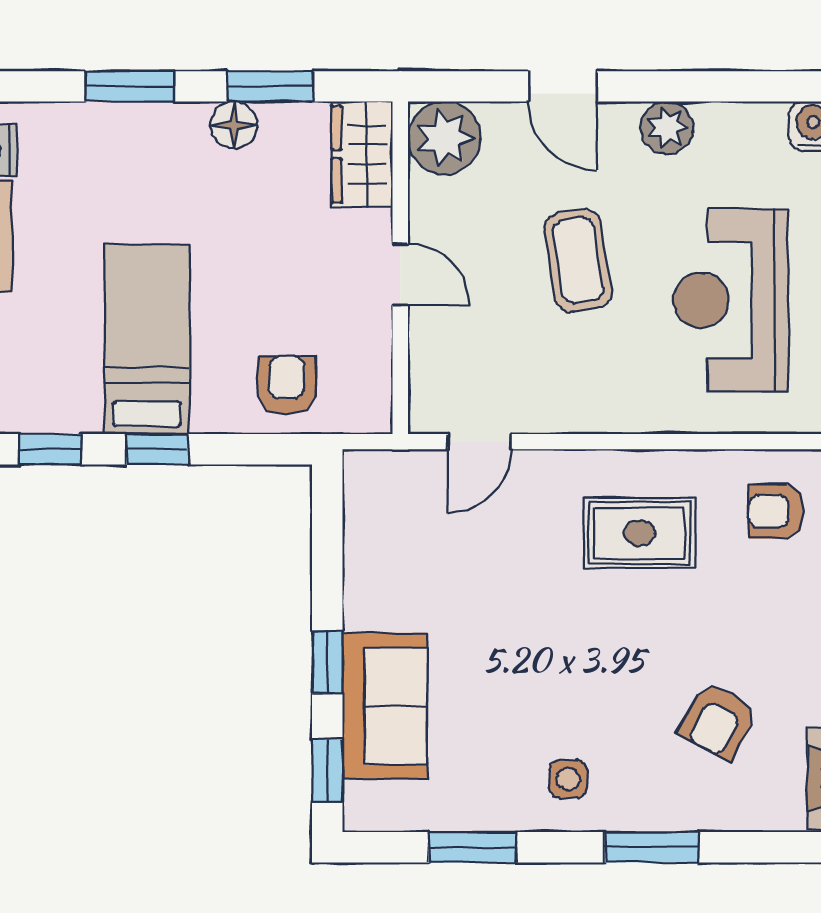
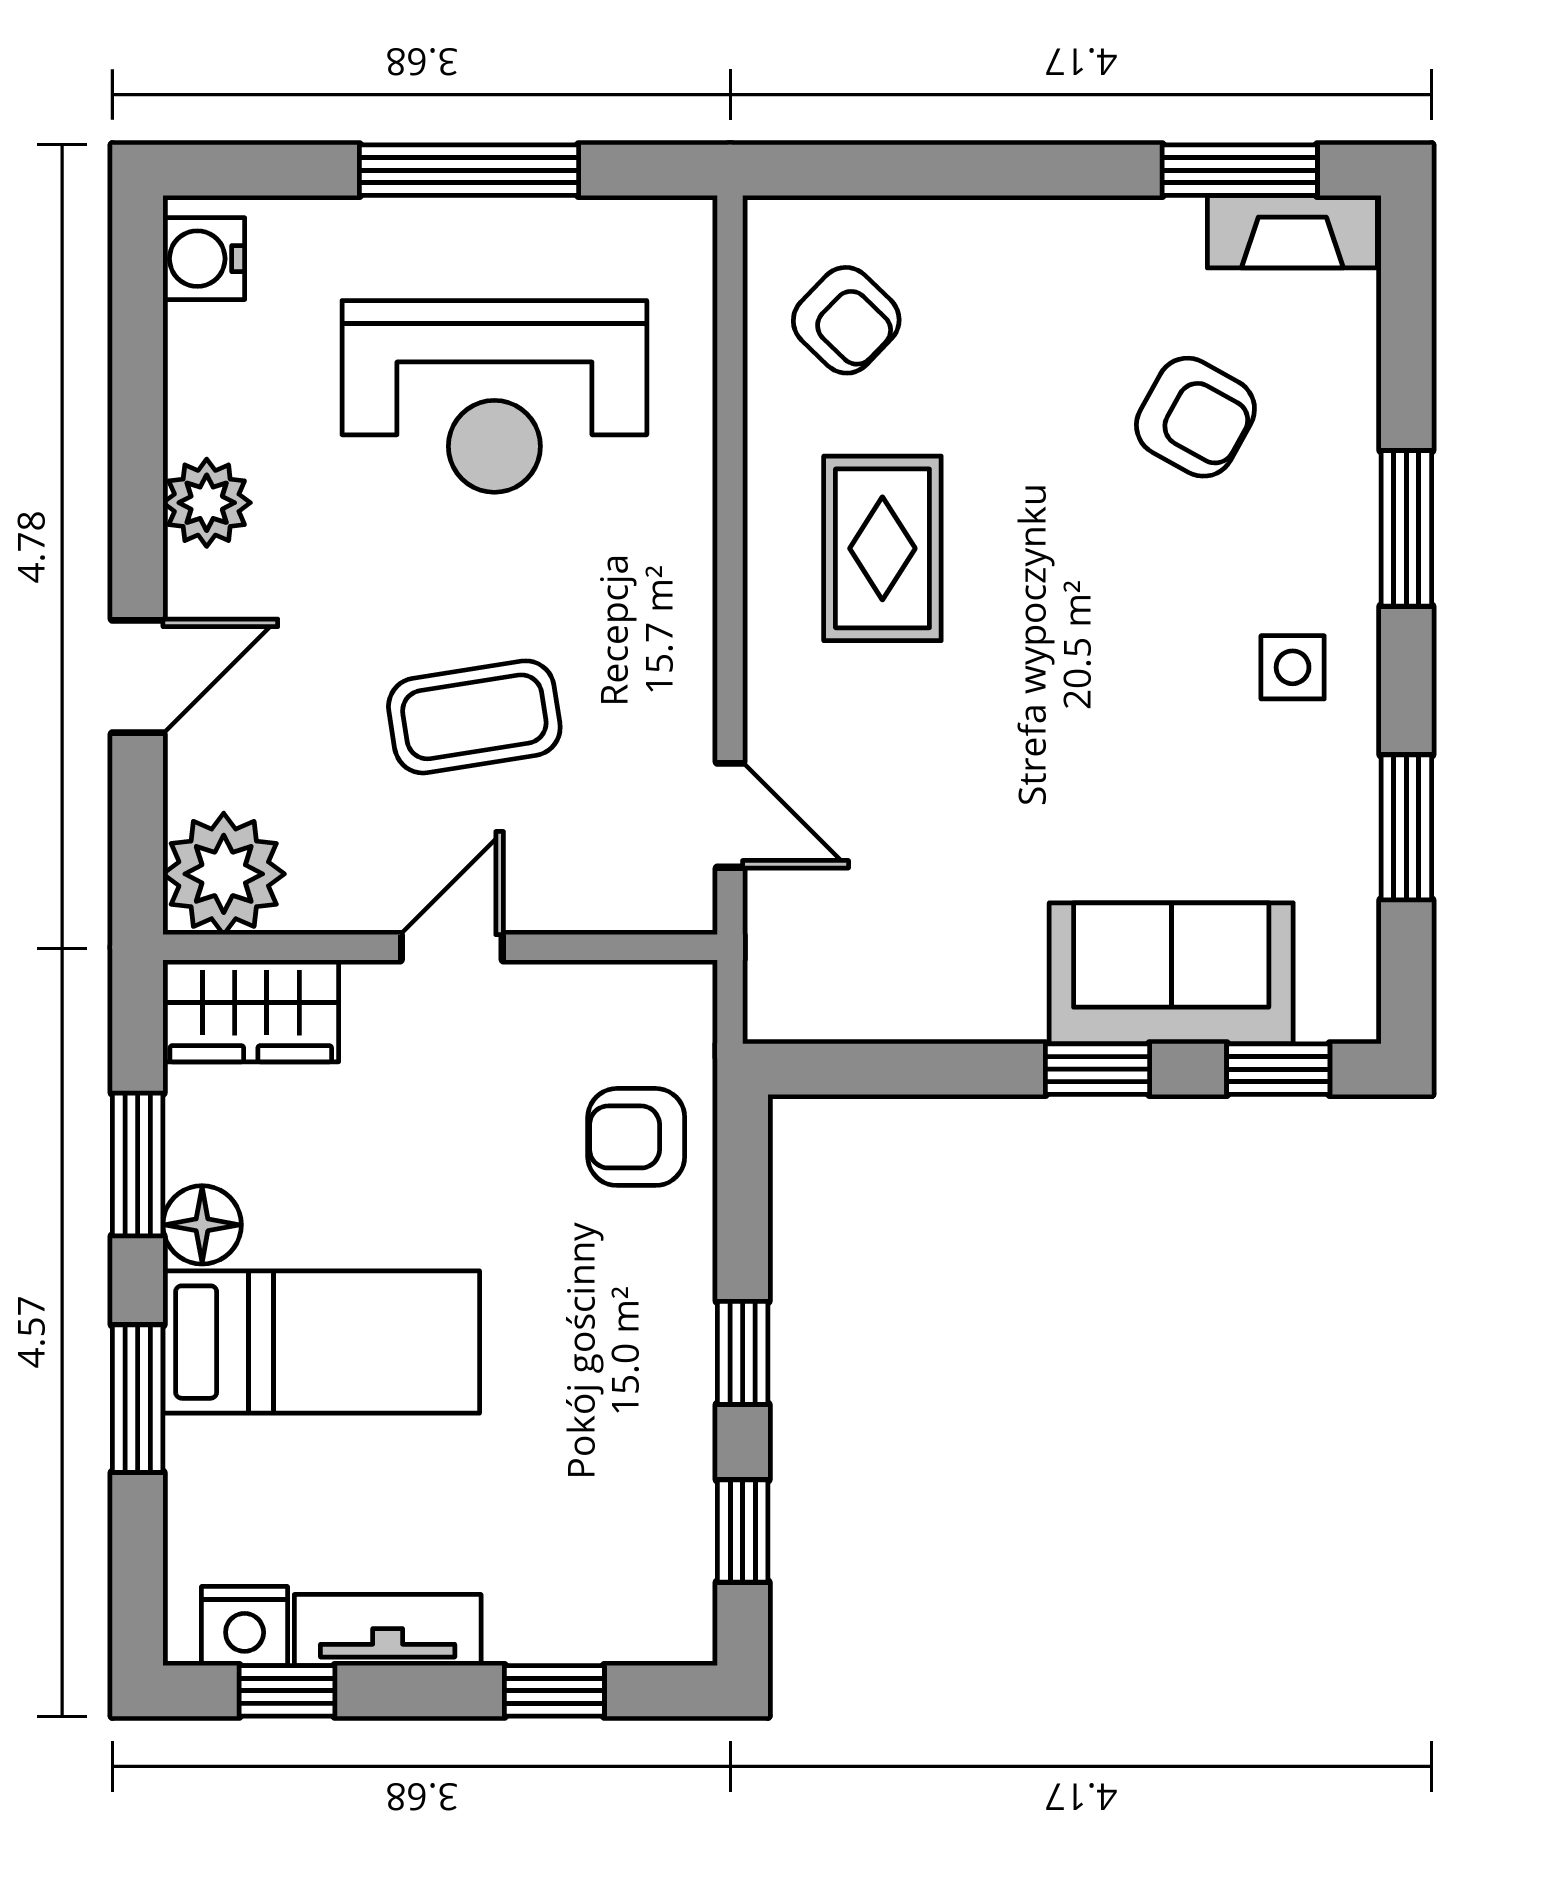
coffee table: (578, 260) -> (474, 717), moved
bed: (147, 339) -> (321, 1342), moved, turned 180
armchair: (776, 511) -> (846, 320), turned -46

